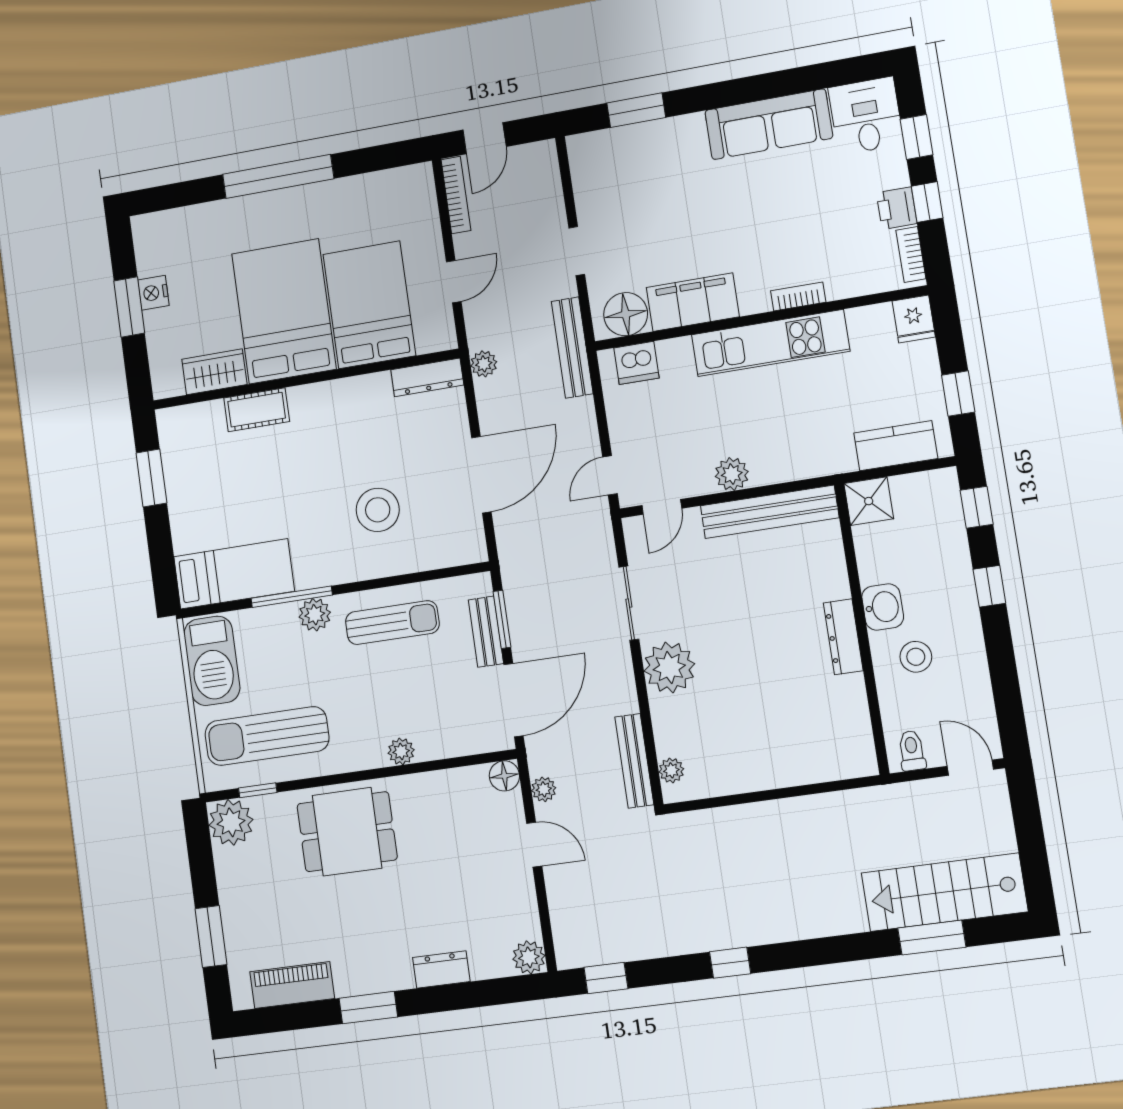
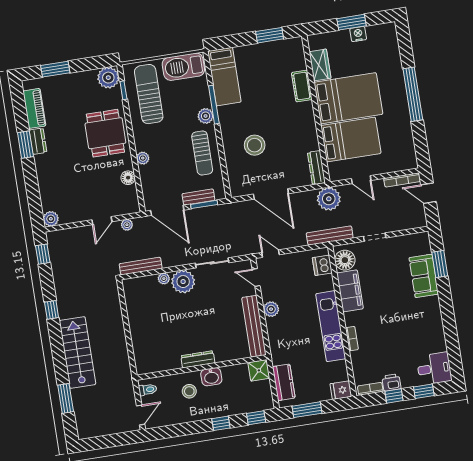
sofa: (769, 124) -> (424, 276), moved, width x0.73
plant: (484, 364) -> (329, 199), width x1.88, depth x1.88
window: (958, 394) -> (307, 410), width x1.50
plant: (671, 770) -> (164, 279), moved
floor lamp: (504, 776) -> (128, 178), moved
stairs: (944, 892) -> (78, 353), moved
dresser: (441, 970) -> (38, 141), moved

